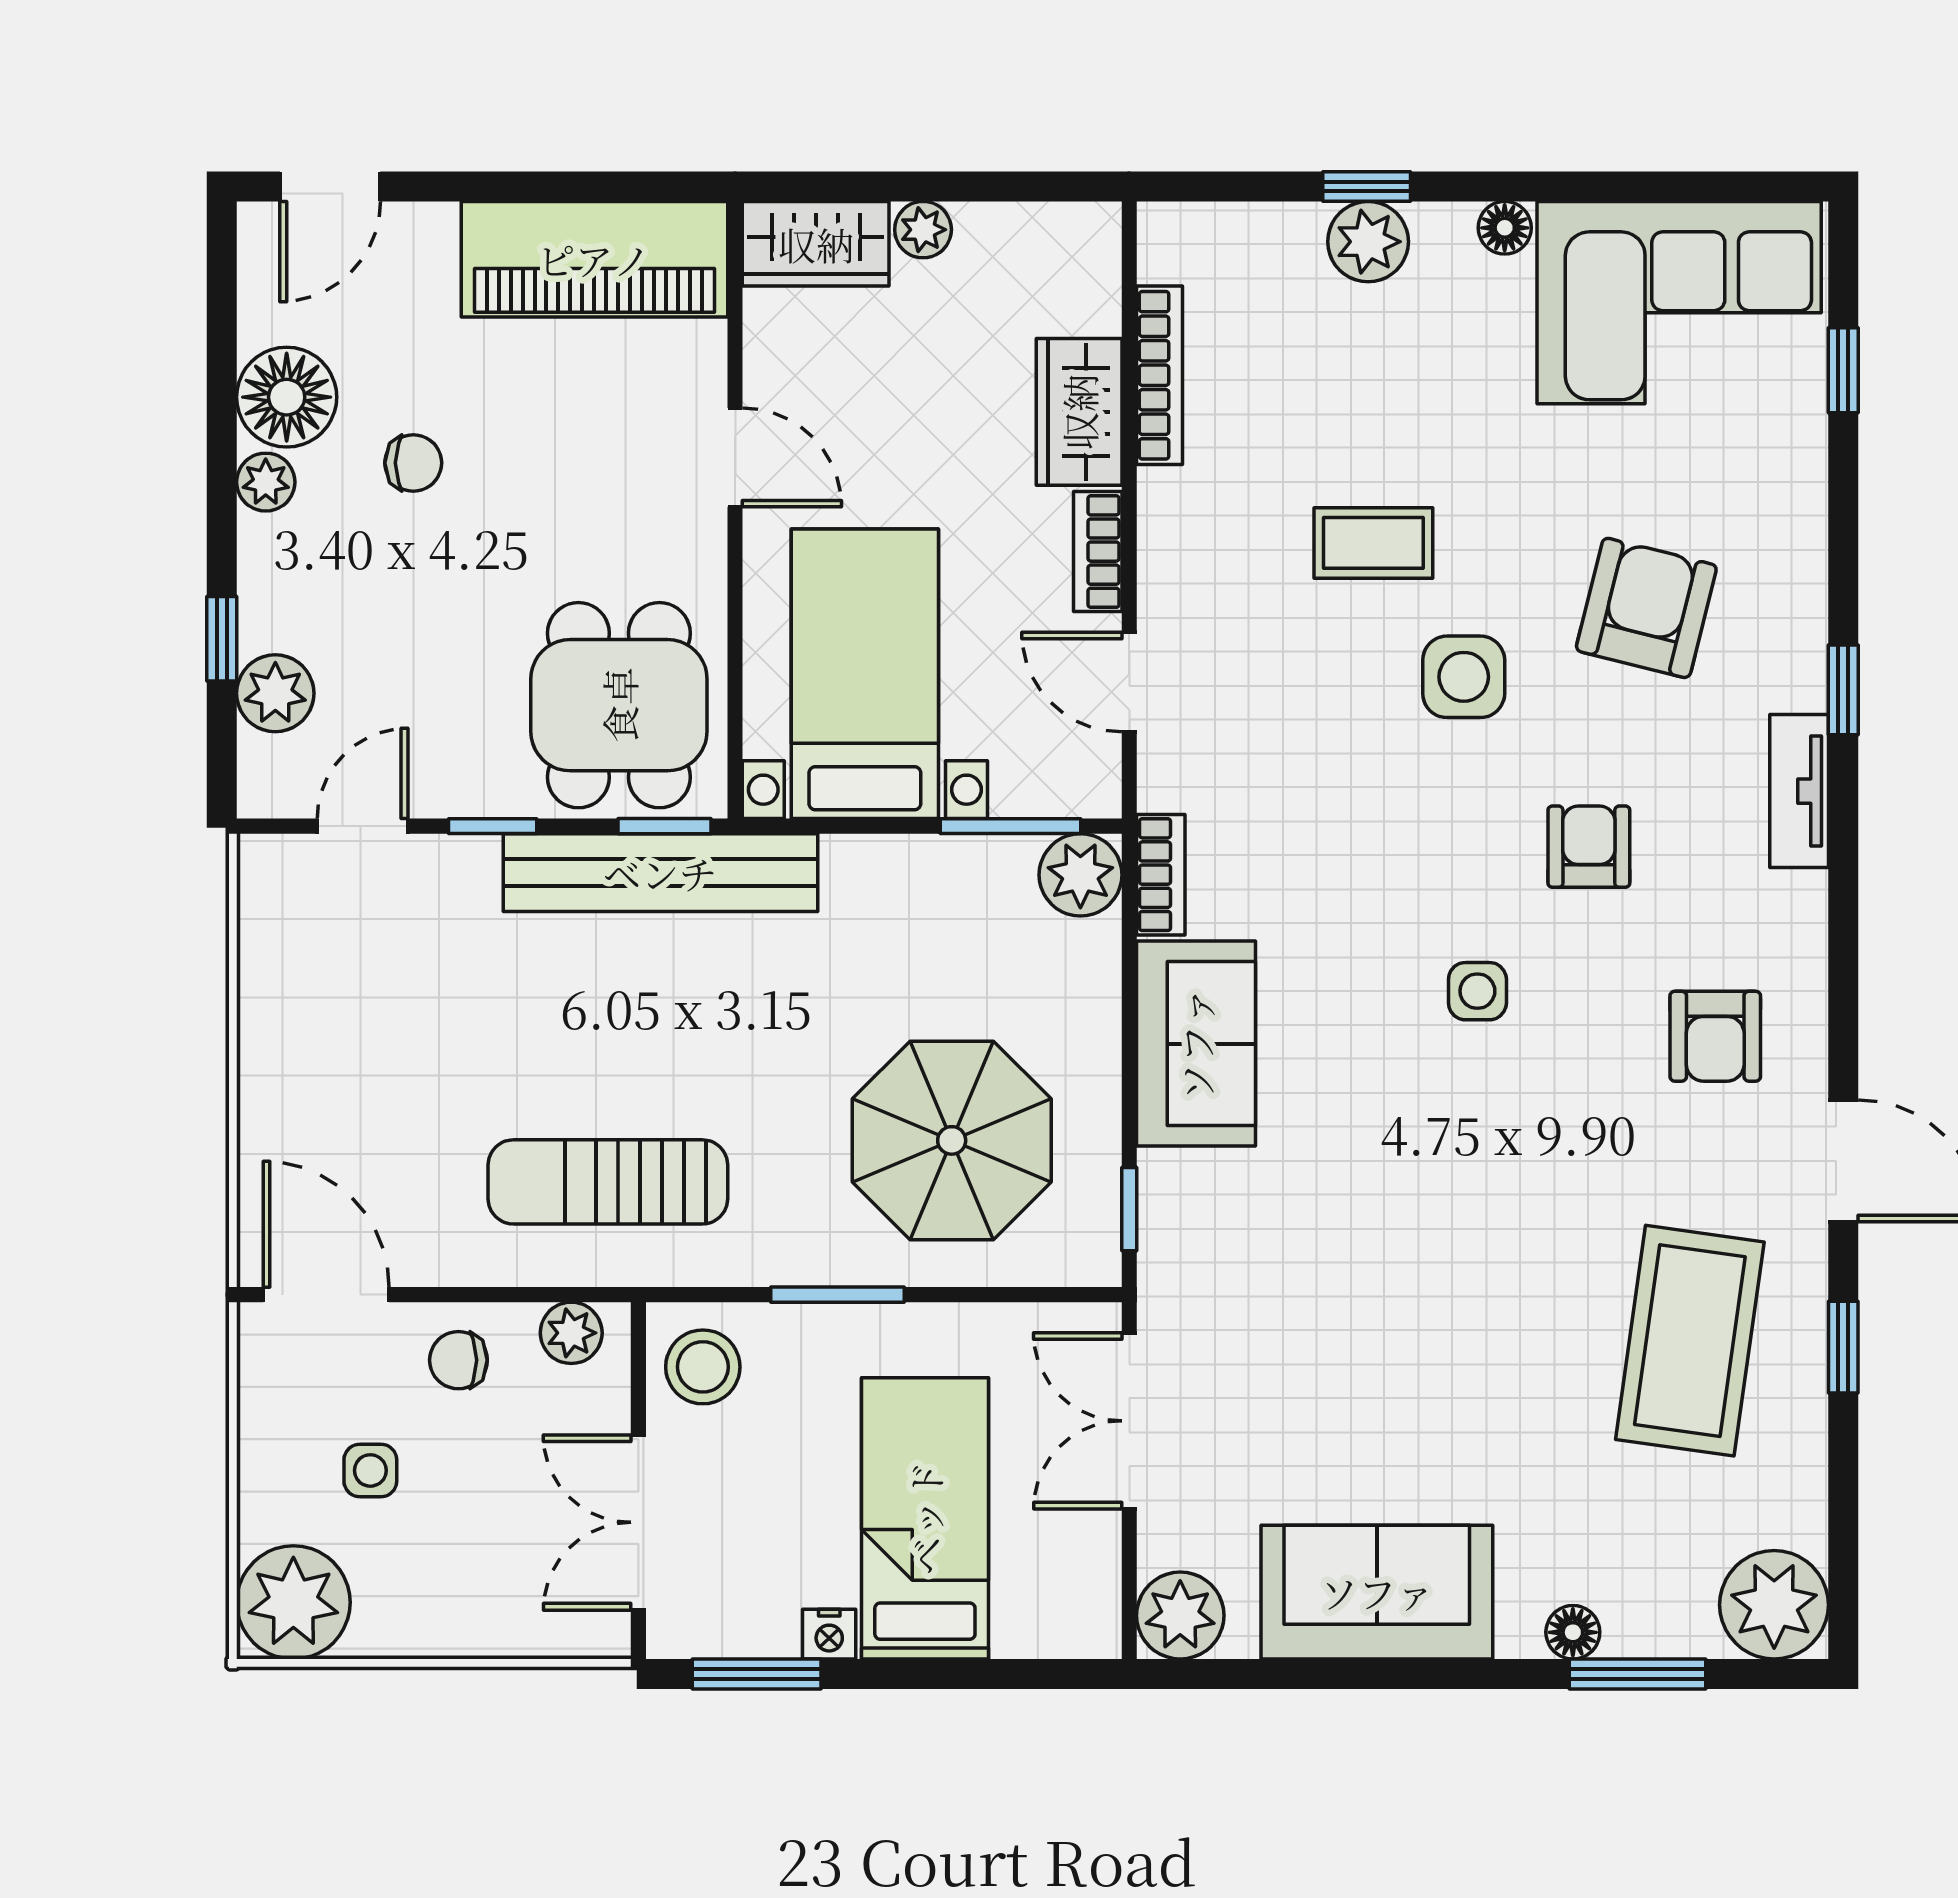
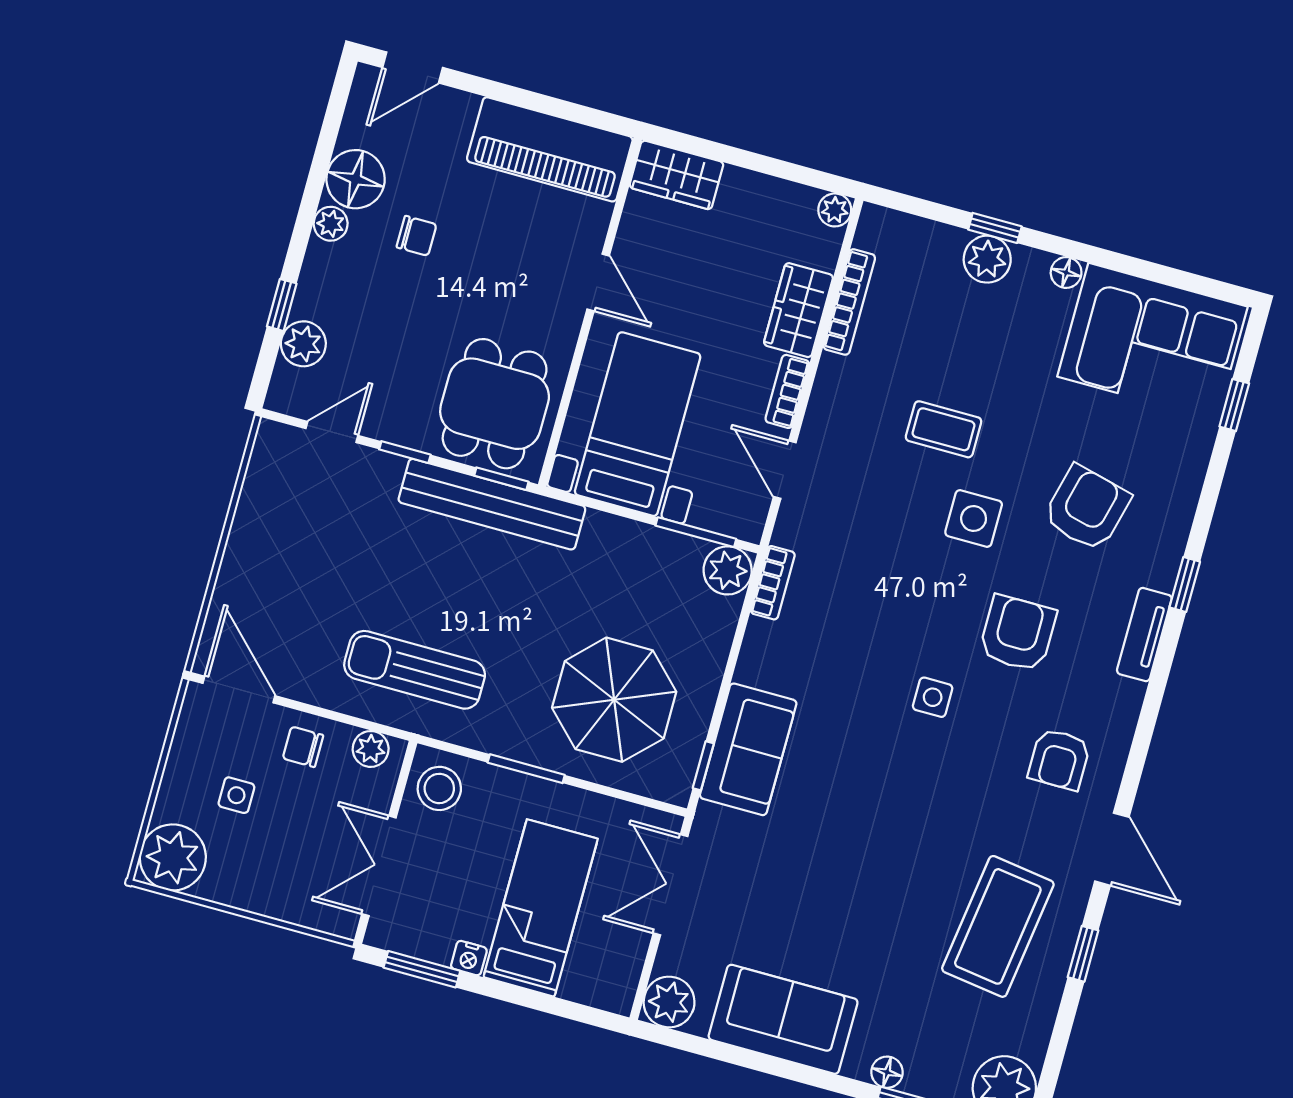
plant: (923, 230) -> (835, 210), moved
armchair: (1589, 847) -> (1018, 633), width x1.38, depth x1.38
sofa: (1196, 1044) -> (748, 749), moved

